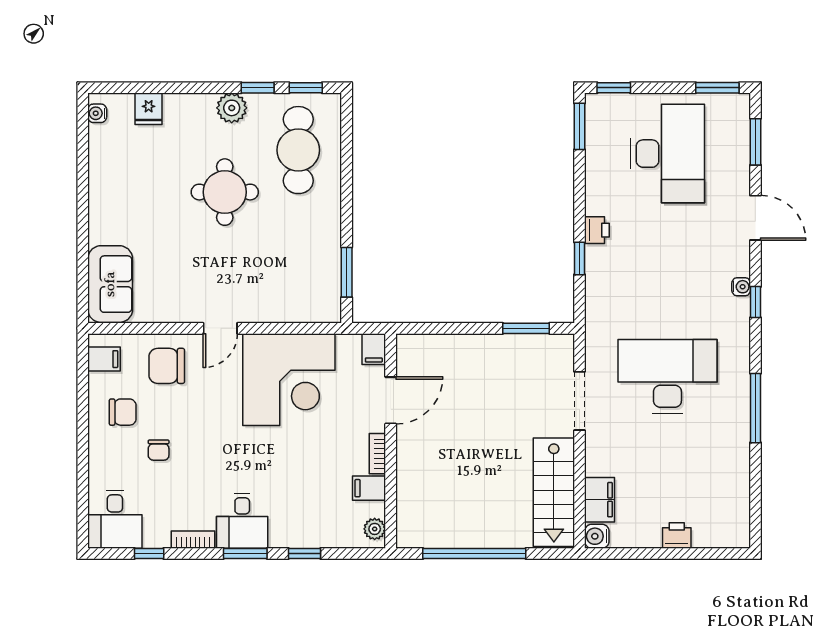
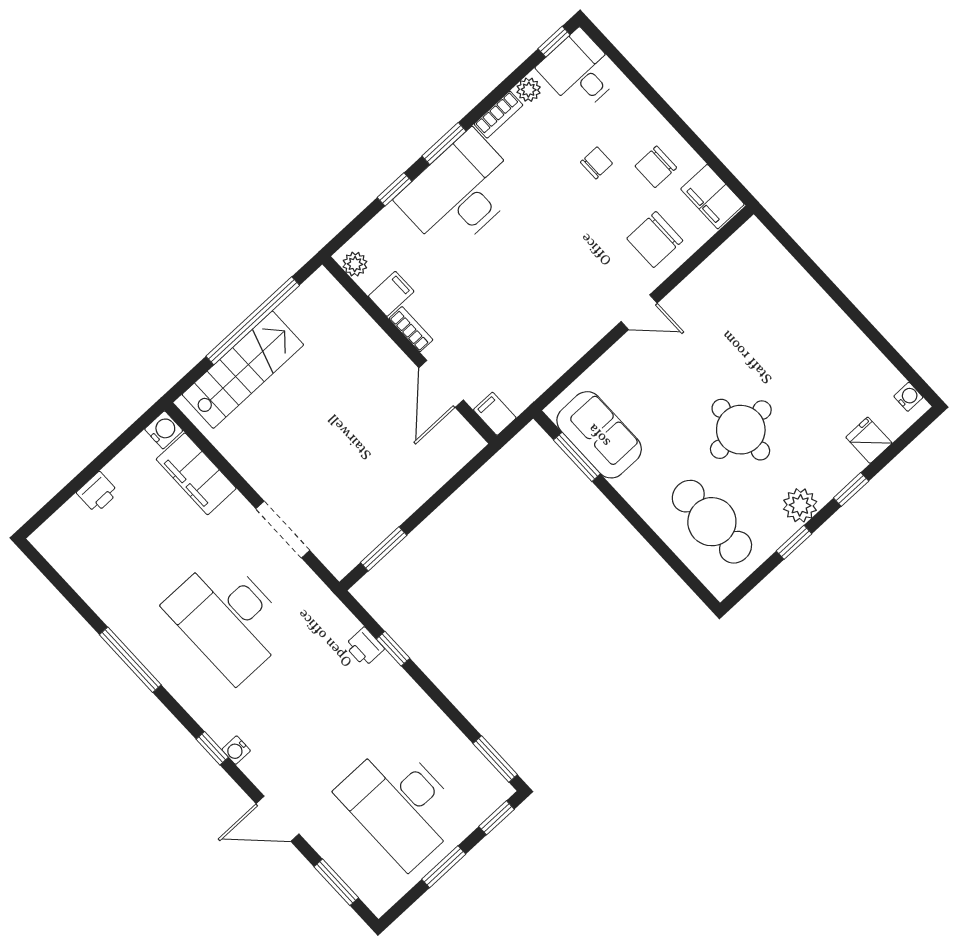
window: (306, 88) -> (851, 489), moved
window: (717, 88) -> (444, 867), moved
printer: (597, 230) -> (364, 647), moved
sofa: (110, 284) -> (599, 435), moved, turned 180
door: (220, 328) -> (639, 312), swing flipped
filing cabinet: (104, 359) -> (712, 197), width x2.00
chair: (167, 366) -> (655, 240), turned 180
desk: (667, 376) -> (228, 618), turned 90
corner desk: (289, 380) -> (542, 323), removed
chair: (159, 450) -> (596, 163), turned 90
stairs: (554, 492) -> (243, 370), moved, turned 90
filing cabinet: (600, 500) -> (196, 474), width x1.50, depth x1.17
desk: (242, 521) -> (460, 193), width x1.87, depth x1.30
plant: (159, 538) -> (529, 90), added
window: (149, 553) -> (554, 42), moved

